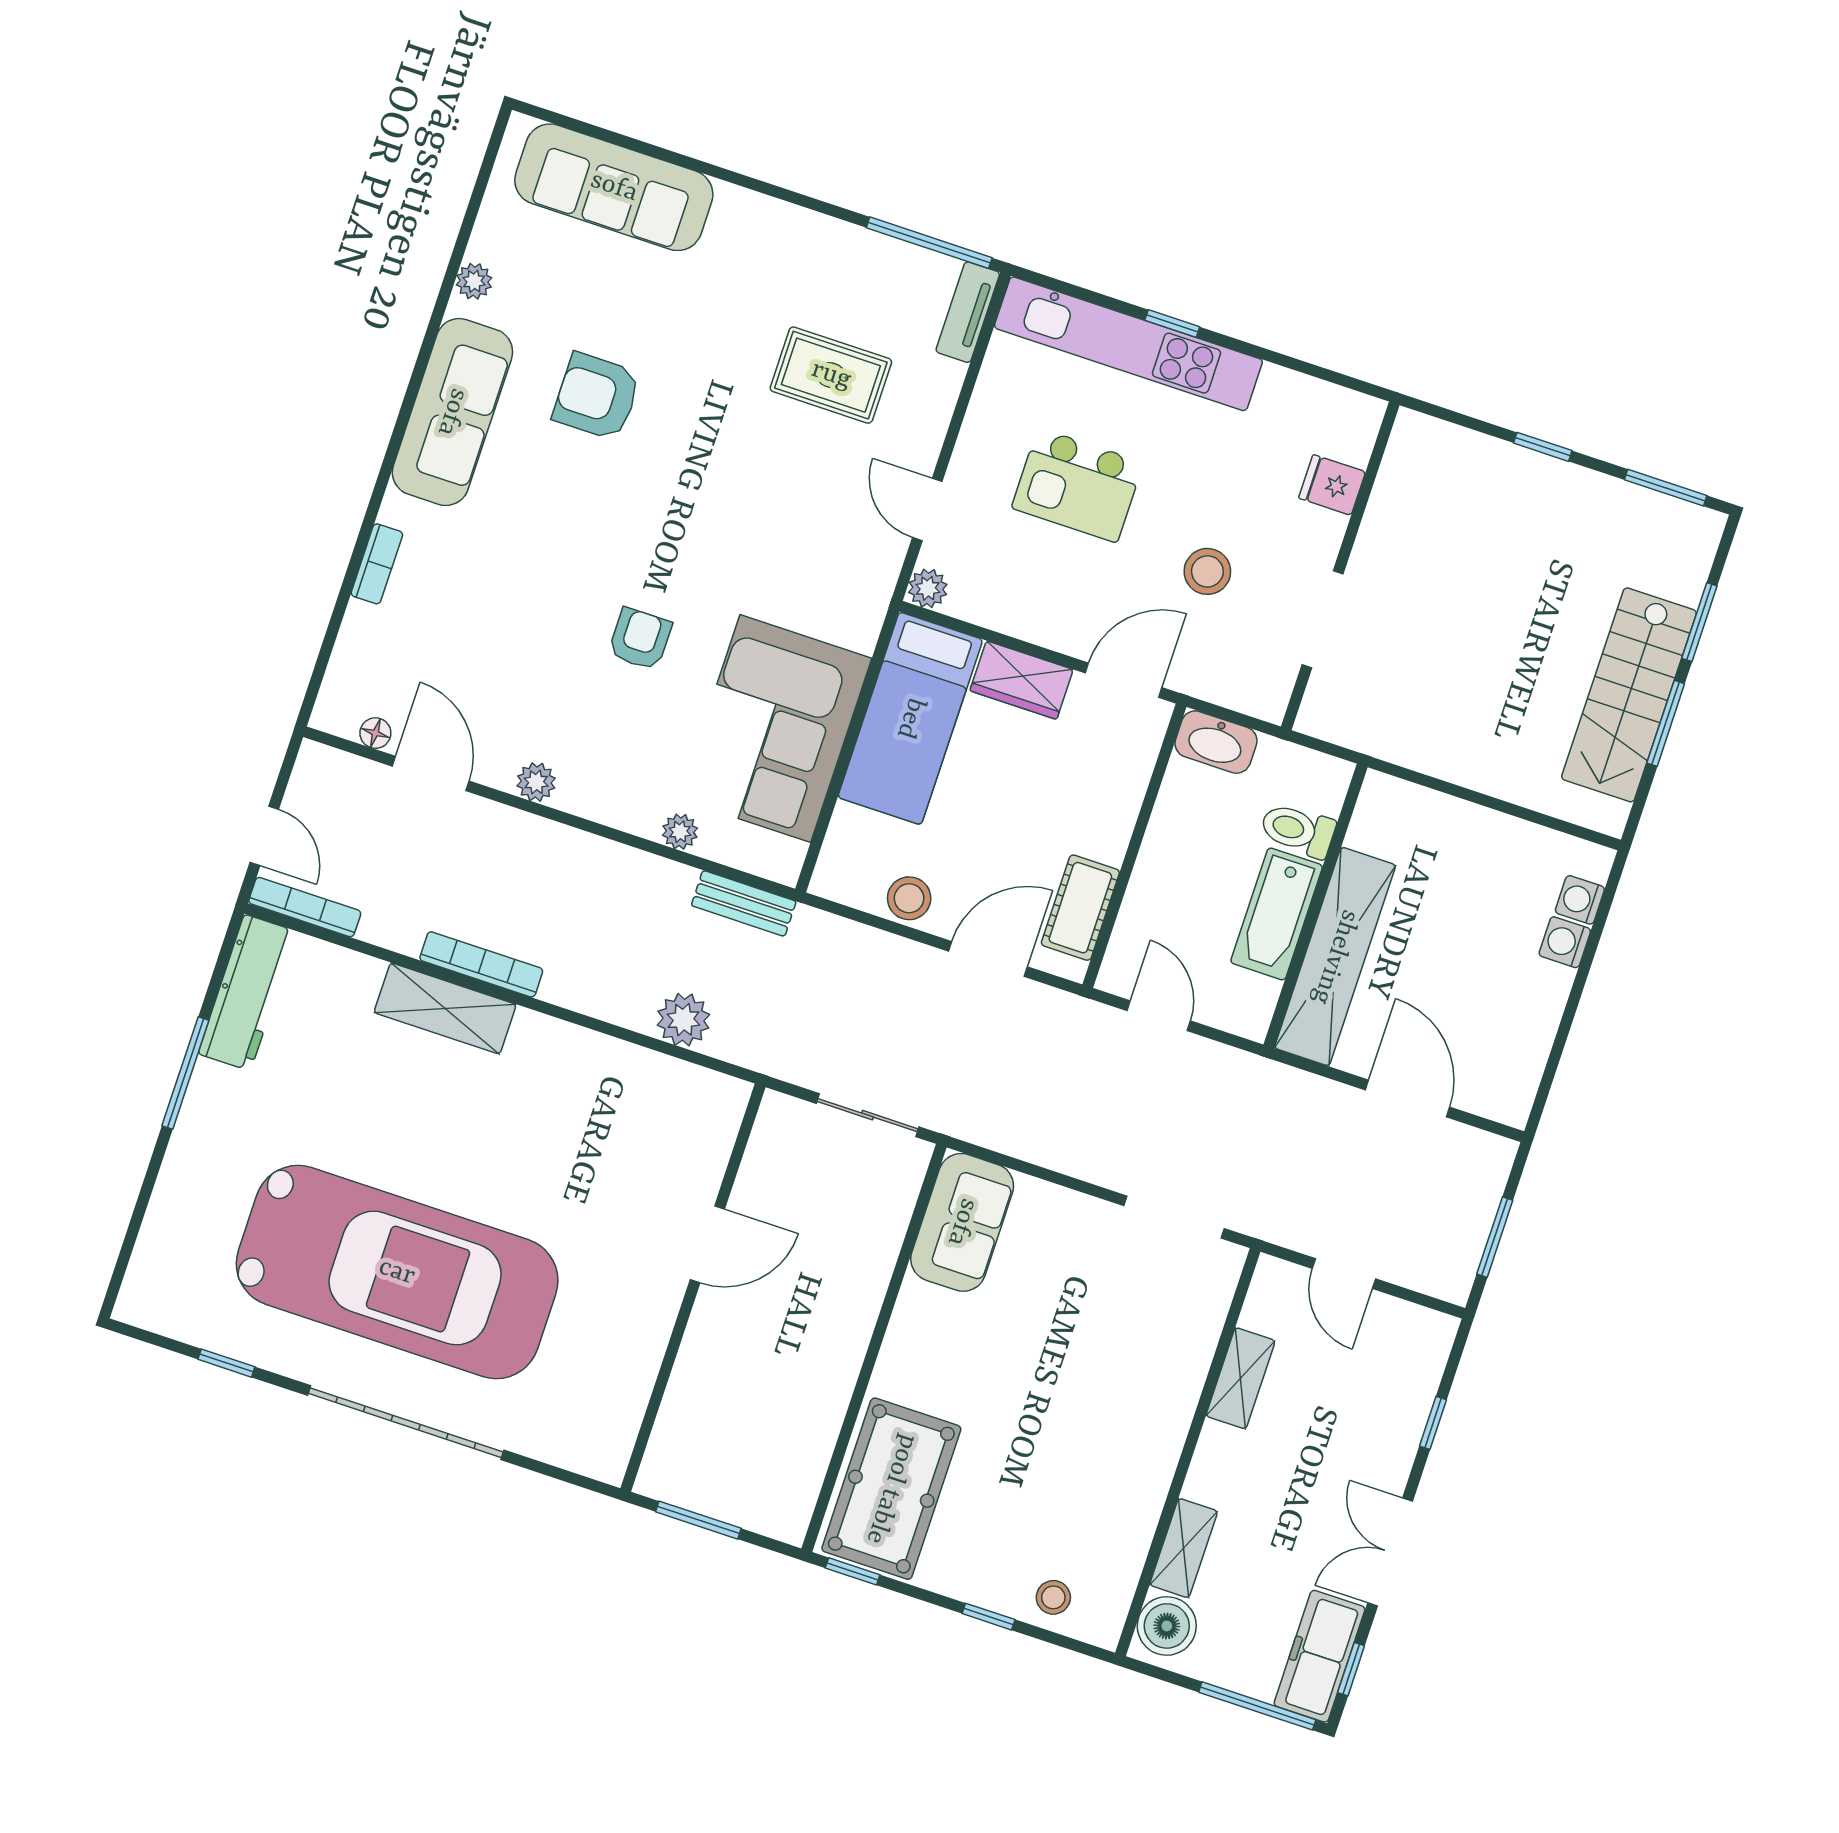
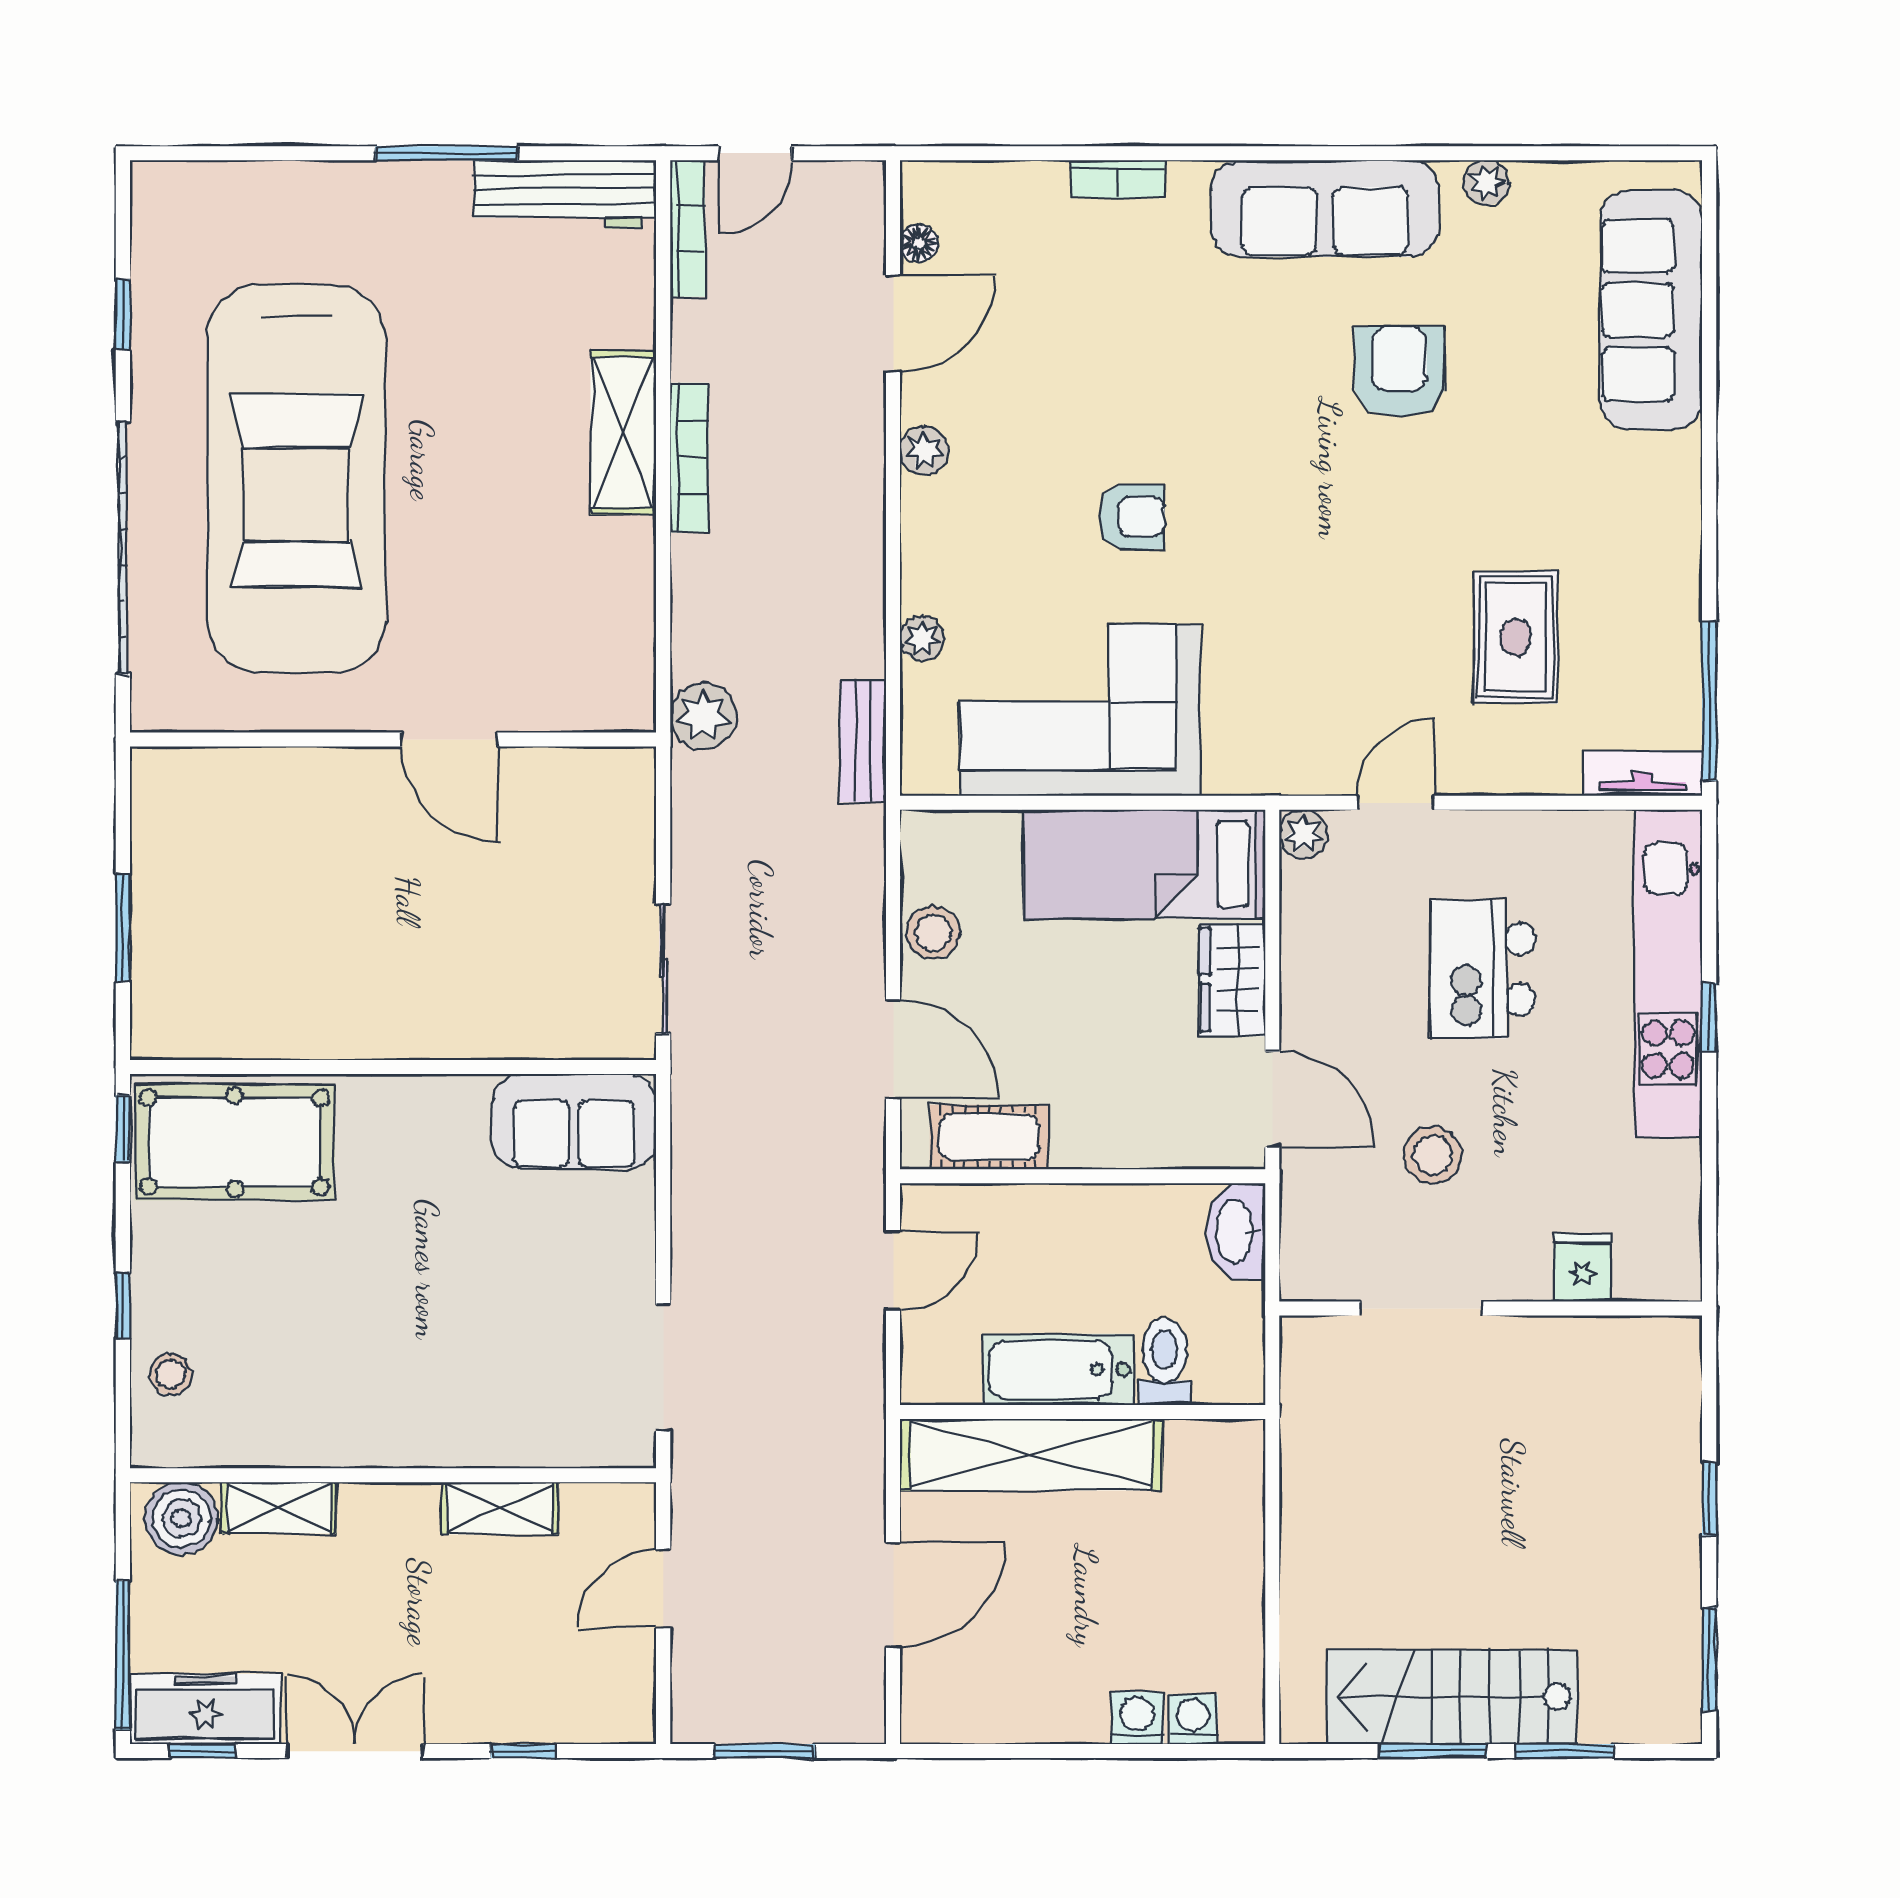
door: (707, 1244) -> (449, 739), moved
wall: (693, 1288) -> (393, 739), moved

